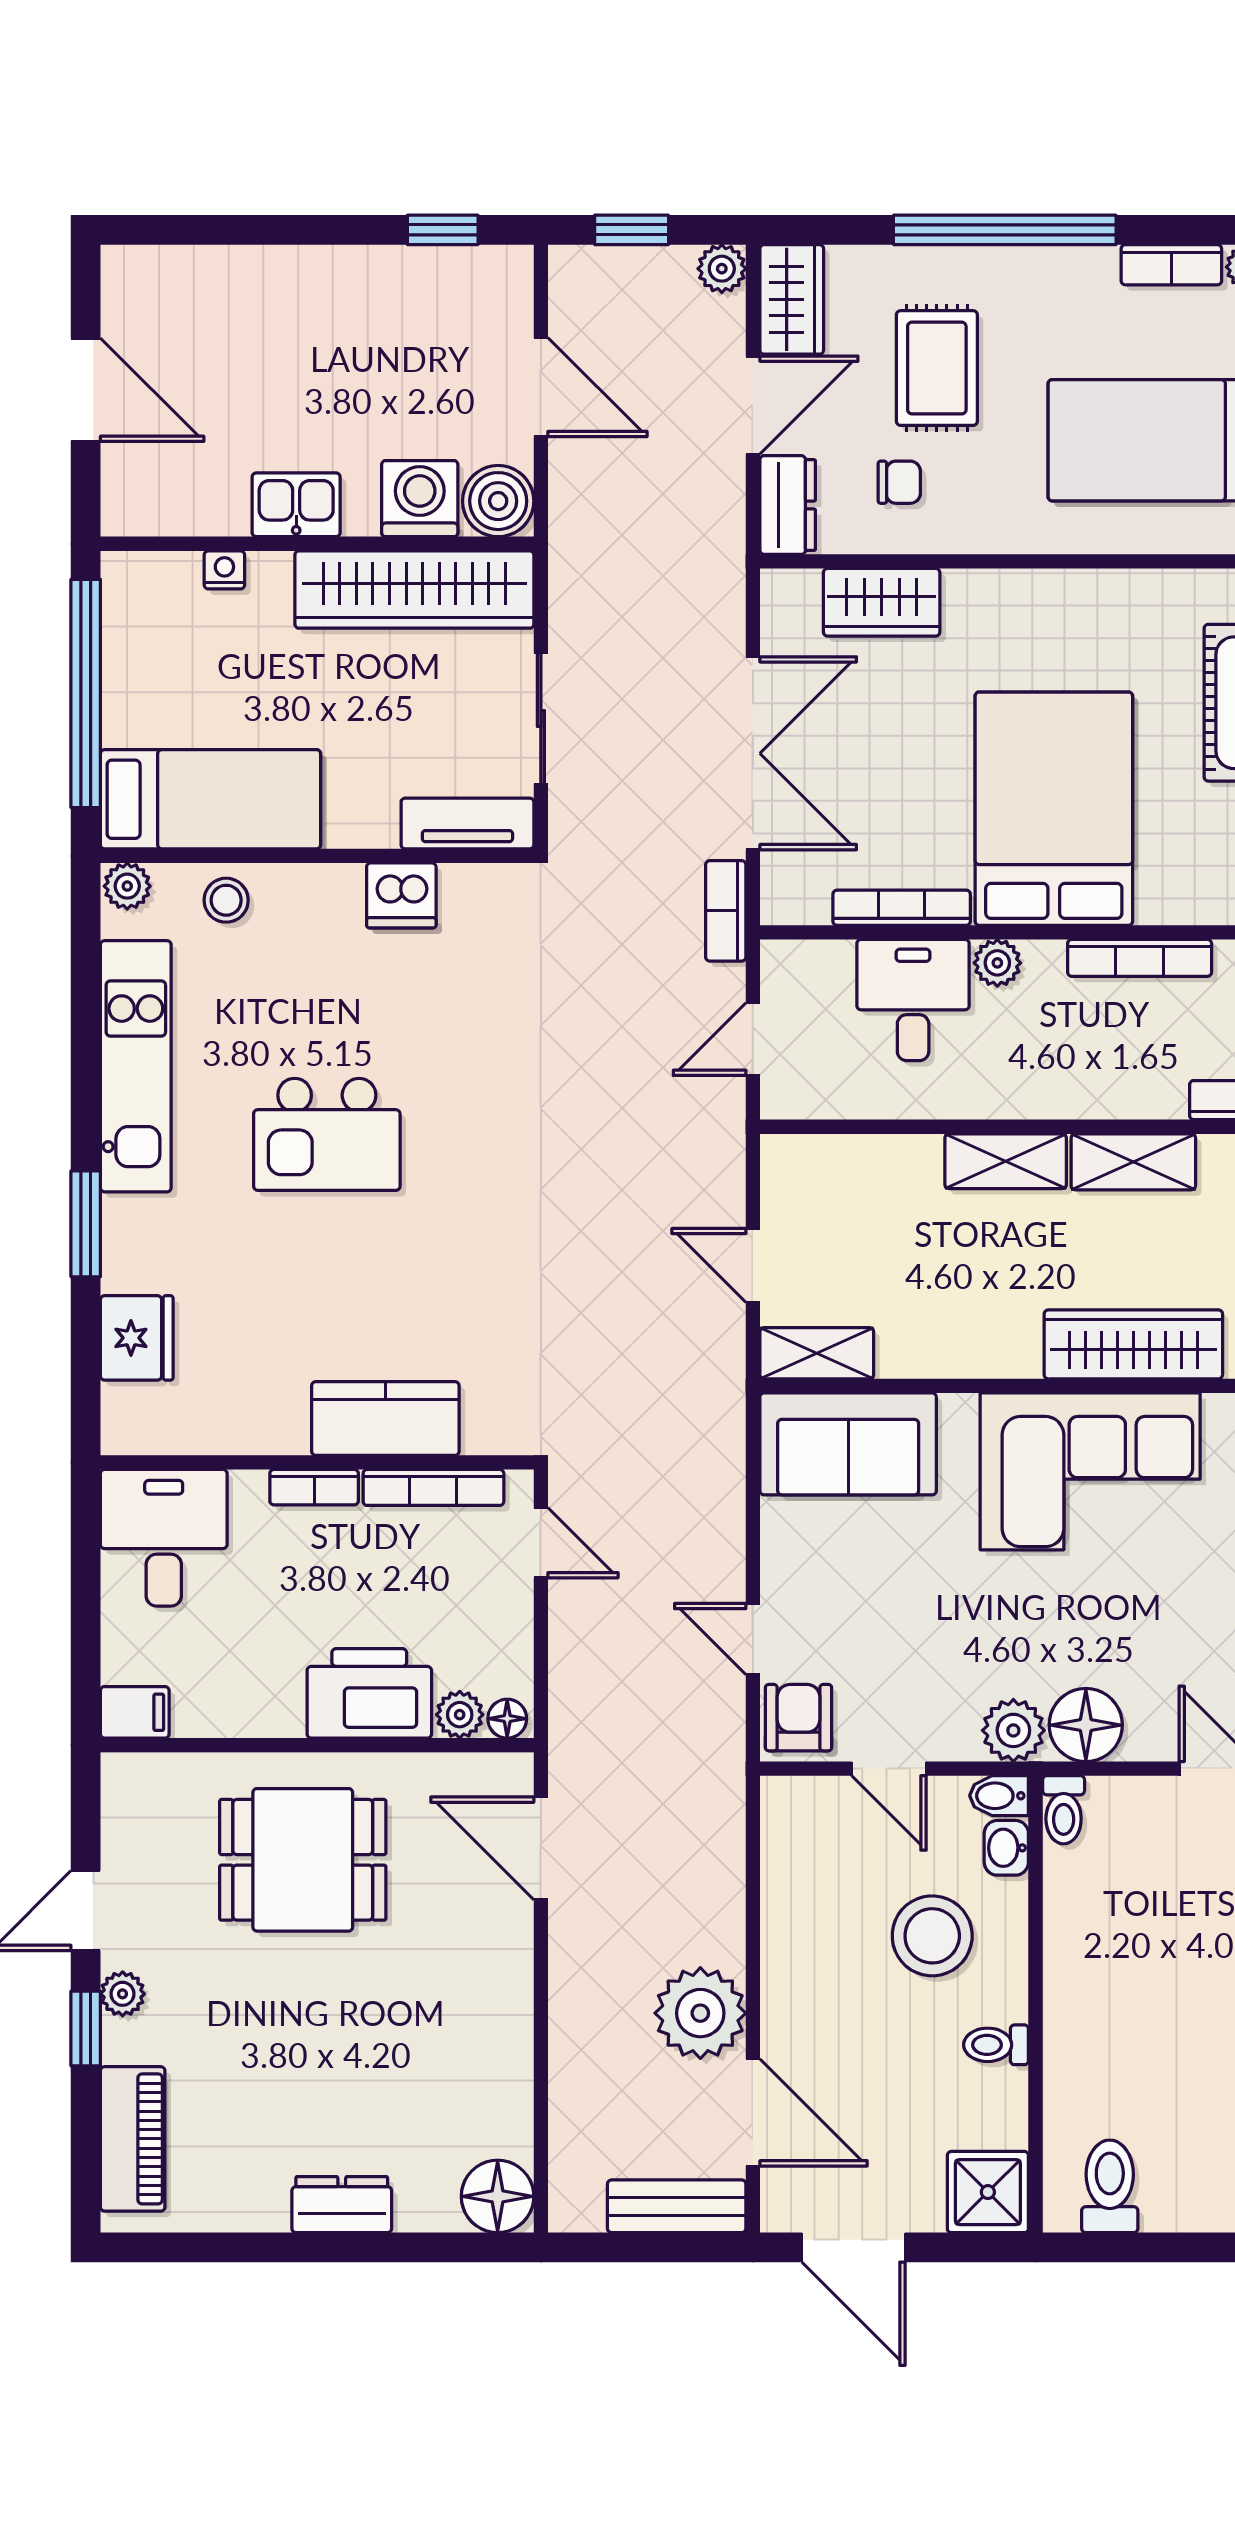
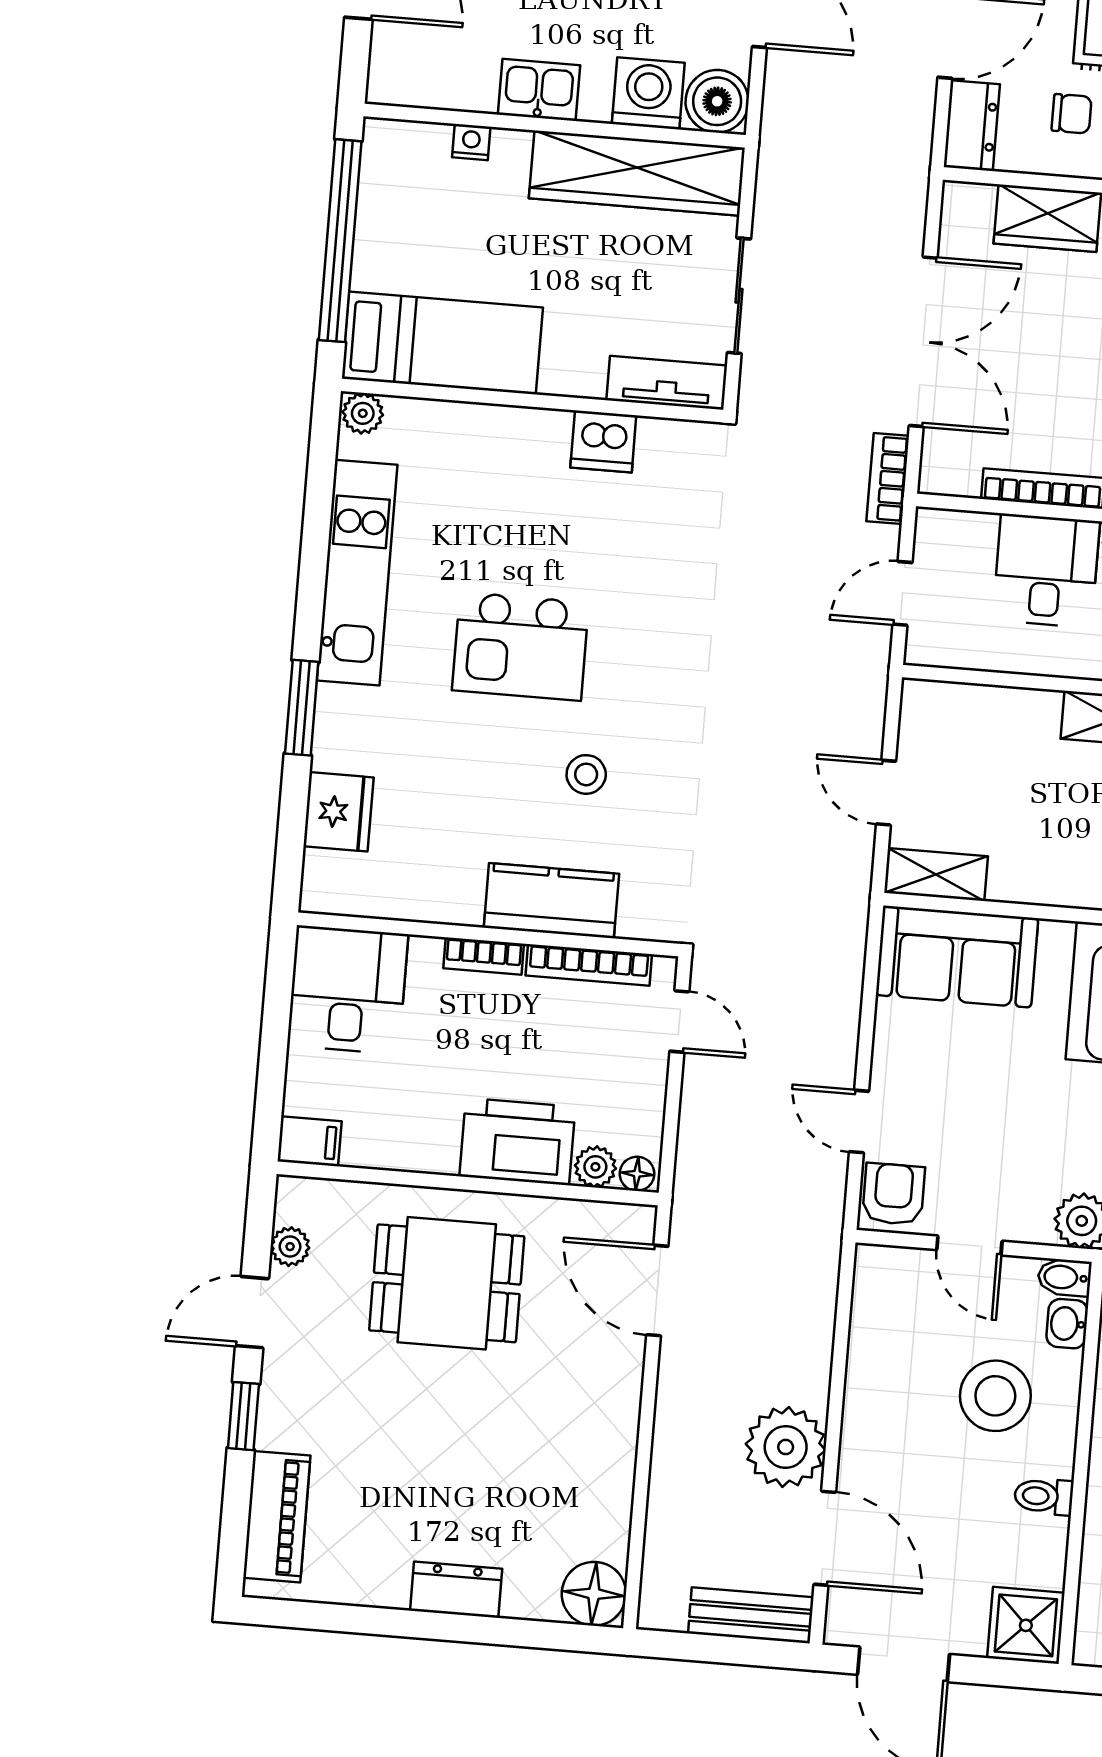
stool: (226, 900) -> (586, 774), moved
plant: (123, 1994) -> (290, 1247), moved

